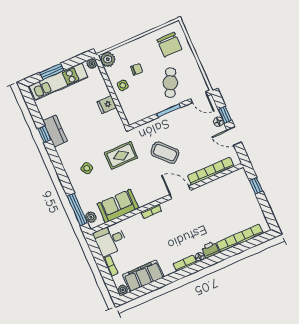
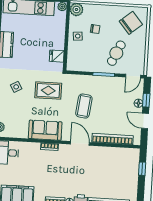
chair: (169, 45) -> (131, 23), turned -130
door: (199, 97) -> (133, 76), hinge flipped
fridge: (107, 105) -> (57, 56), moved
coffee table: (165, 153) -> (84, 106), turned 51
sofa: (118, 206) -> (45, 130), moved

